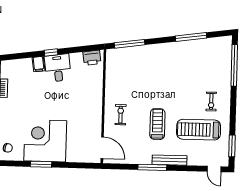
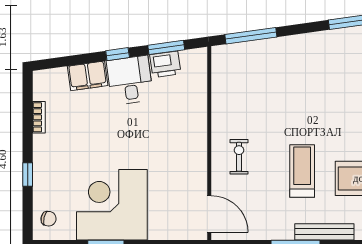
window: (80, 49) -> (166, 47), added
printer: (92, 58) -> (165, 64), moved
filing cabinet: (39, 64) -> (88, 76), width x2.00

